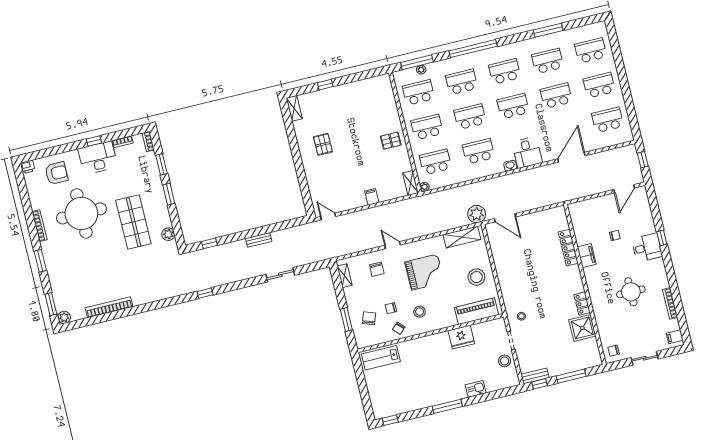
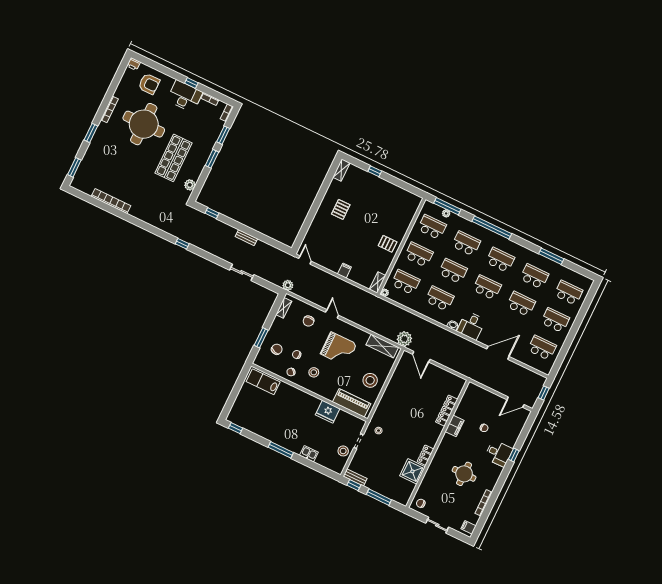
plant: (64, 317) -> (288, 285), moved

